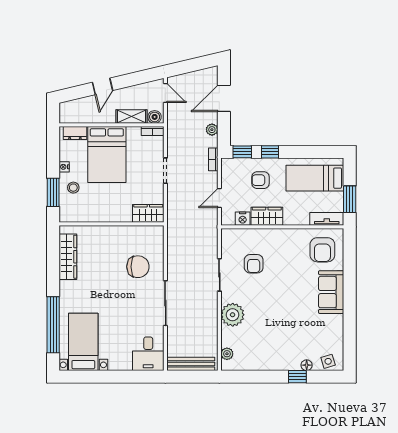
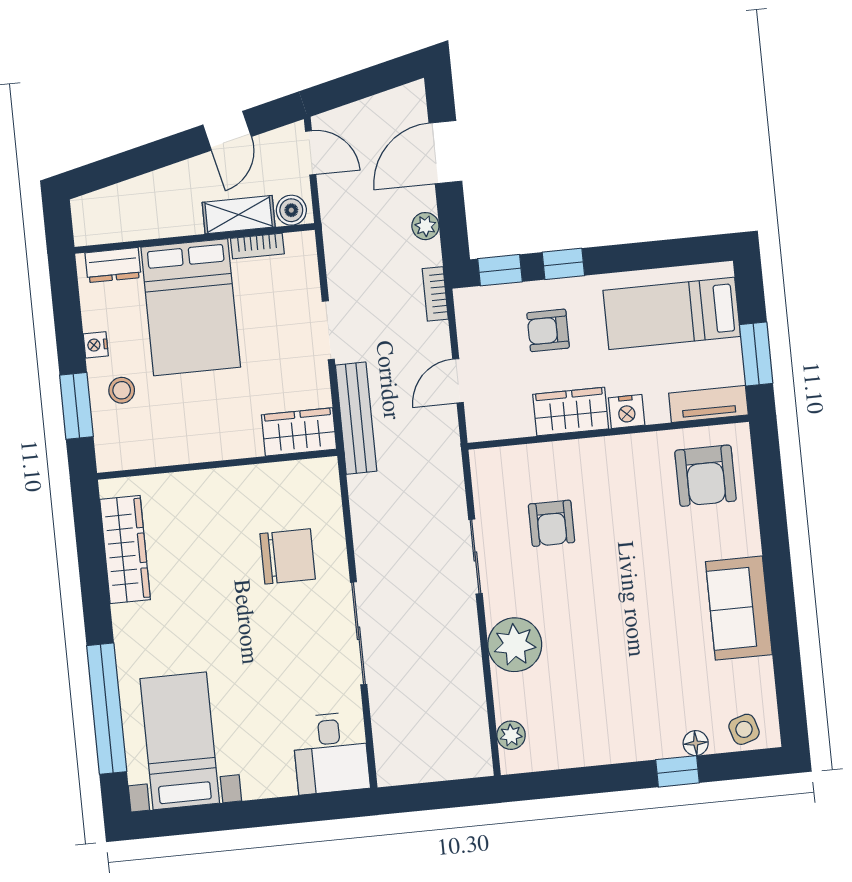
door: (102, 86) -> (227, 131), moved
bookcase: (153, 131) -> (257, 246), moved
nightstand: (243, 219) -> (627, 411), moved
sofa: (331, 292) -> (739, 608), moved
bench: (191, 364) -> (356, 418), moved, turned 90

